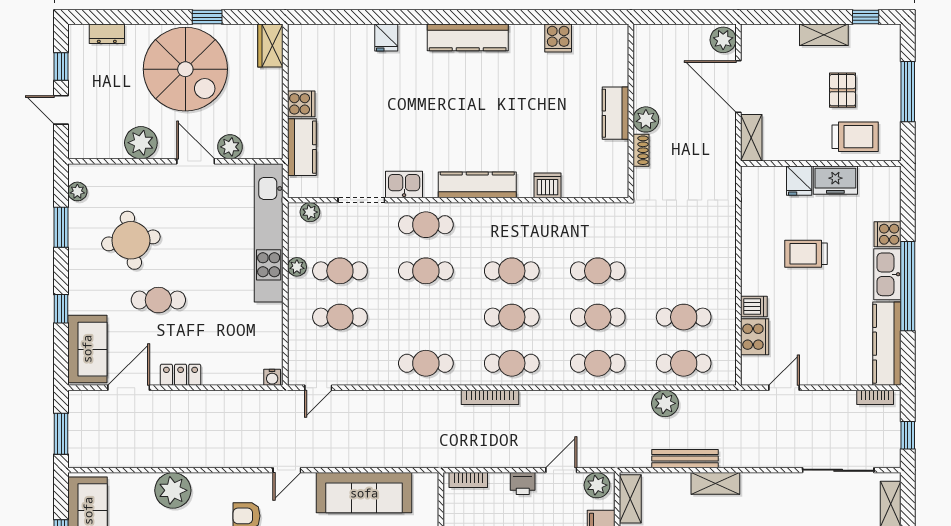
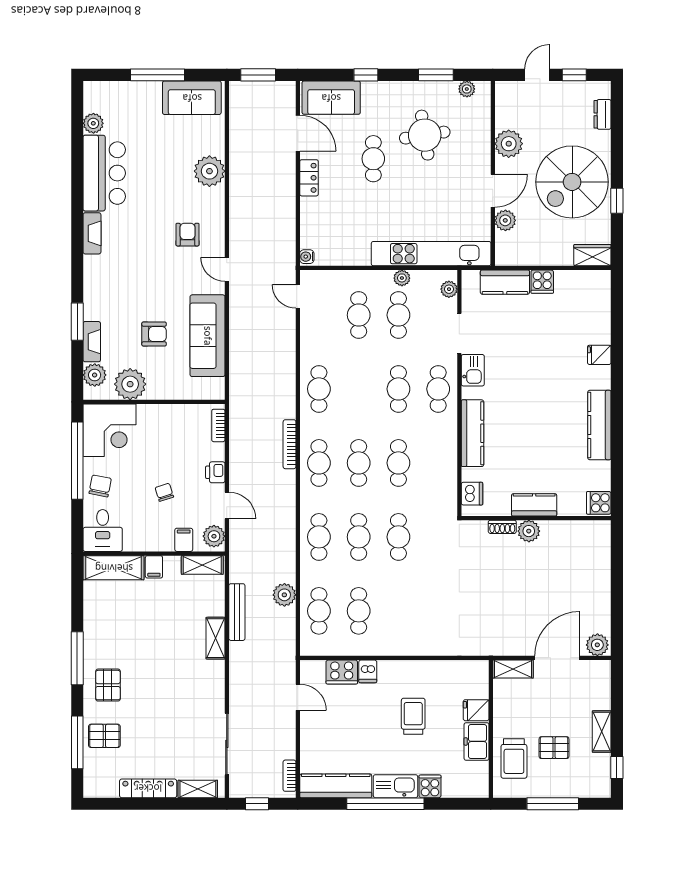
wall: (631, 111) -> (536, 518), moved
kitchen counter: (615, 113) -> (534, 505), moved
plant: (646, 119) -> (529, 531), moved
shoe rack: (641, 150) -> (502, 527), moved

